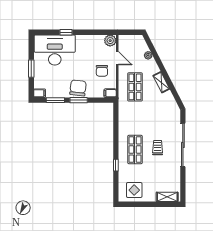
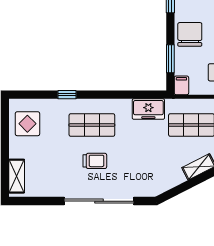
chair: (78, 88) -> (190, 34), turned -97
window: (79, 100) -> (170, 59), moved
freezer: (125, 114) -> (148, 109), added

